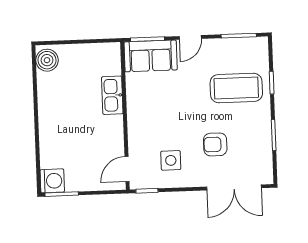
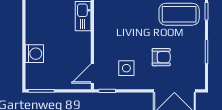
armchair: (215, 144) -> (161, 57), turned 180
washing machine: (52, 181) -> (34, 54), moved

